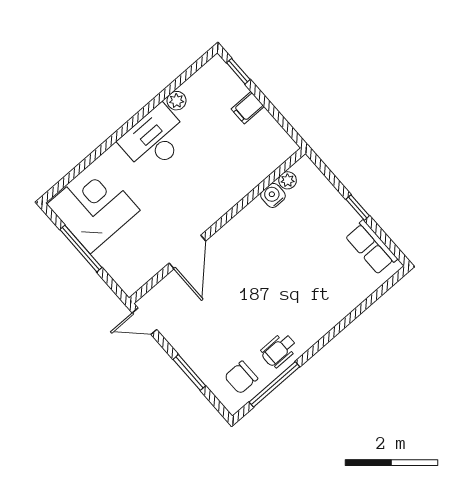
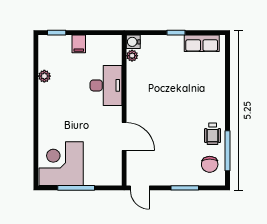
desk: (155, 139) -> (106, 85), moved, turned 180
water cooler: (273, 195) -> (133, 42), moved
door: (144, 321) -> (140, 188), hinge flipped

